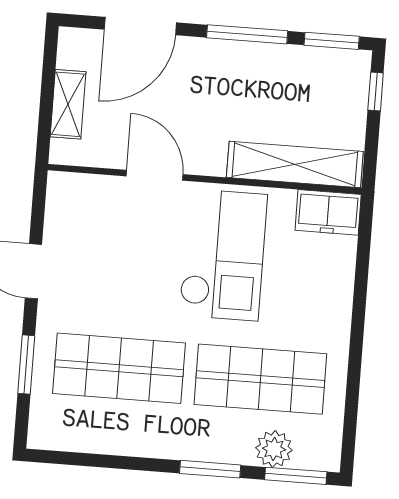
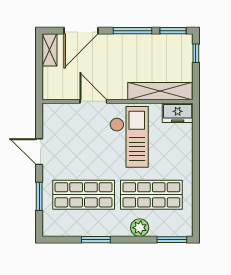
shelving: (68, 104) -> (49, 50), moved
plant: (274, 449) -> (140, 228), moved
window: (210, 469) -> (96, 240), moved

